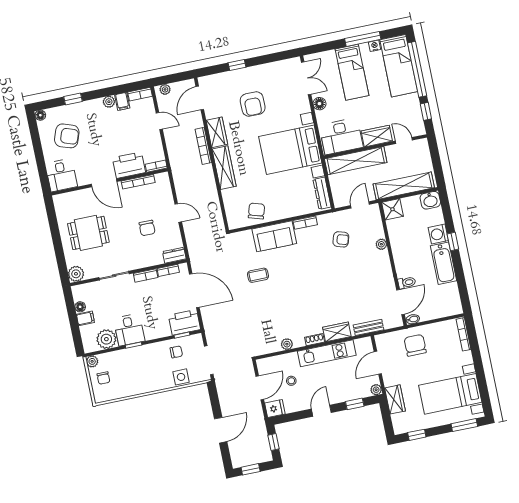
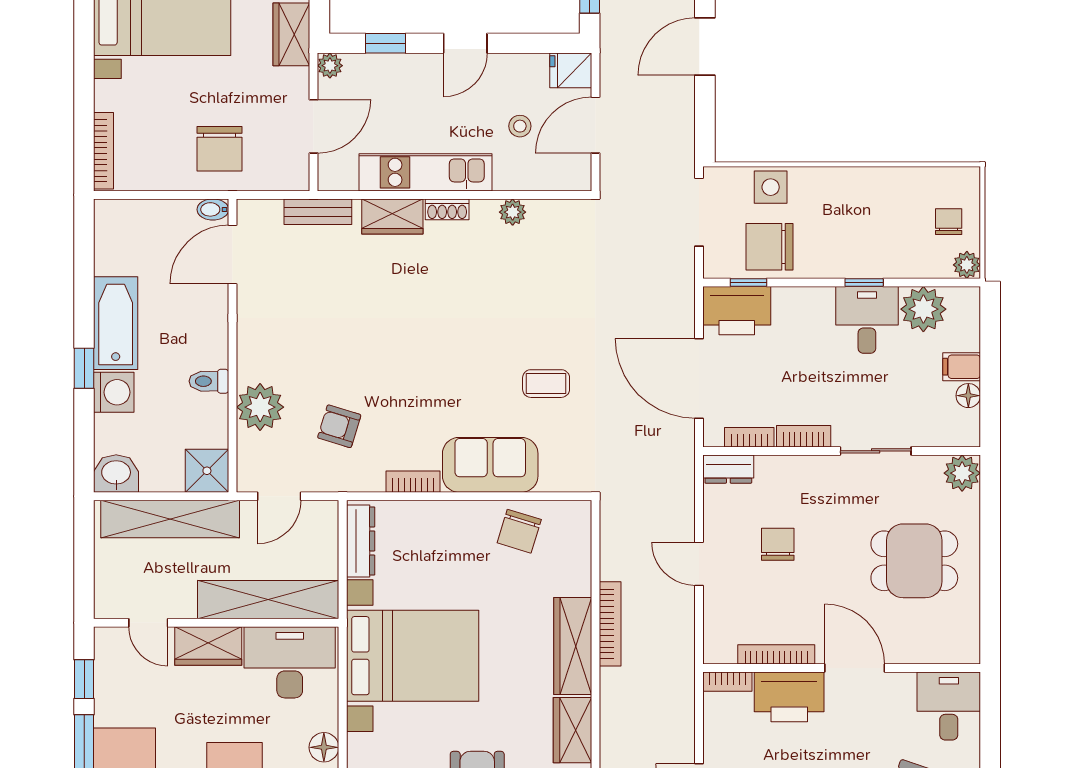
bookcase: (203, 146) -> (610, 624), moved
plant: (381, 244) -> (260, 407), width x1.88, depth x1.88
toilet: (407, 283) -> (209, 381), moved
chair: (176, 352) -> (770, 247), width x1.87, depth x1.87

